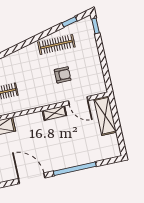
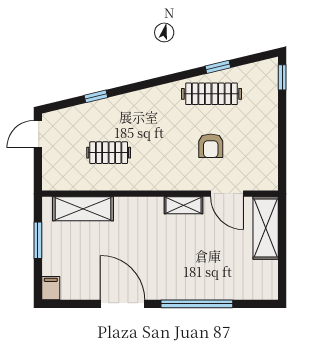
window: (69, 22) -> (218, 67), moved
armchair: (63, 75) -> (211, 146), turned 90

